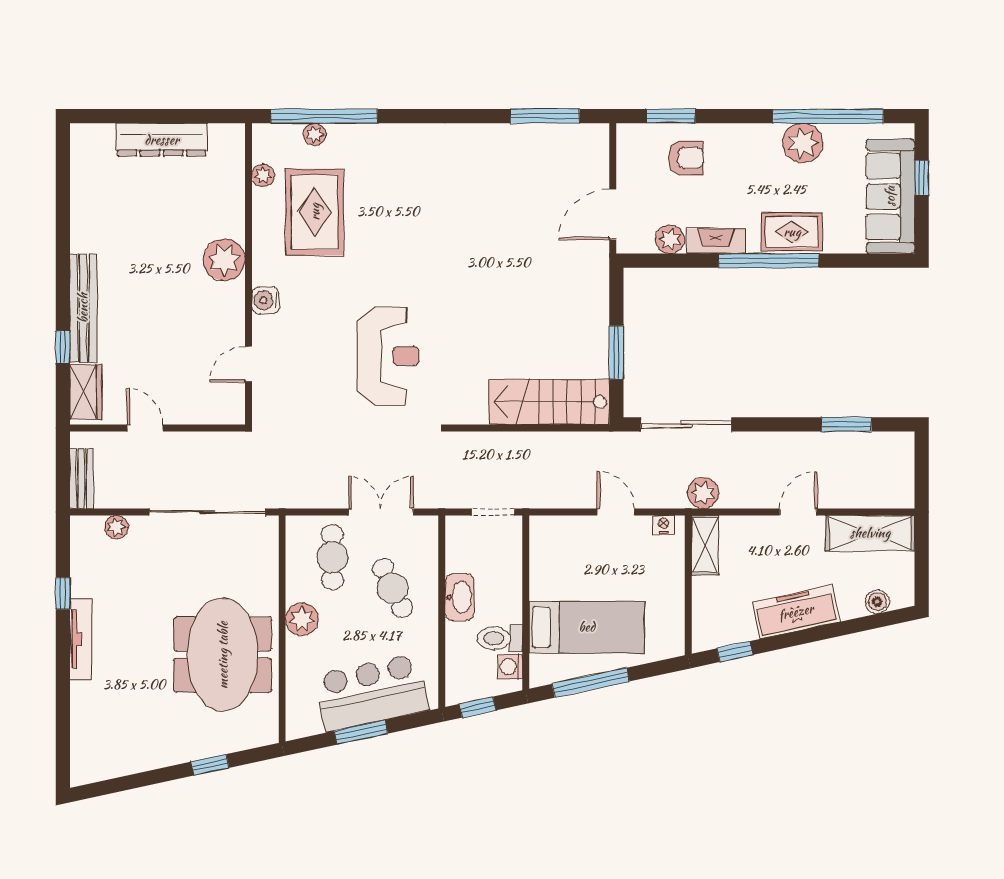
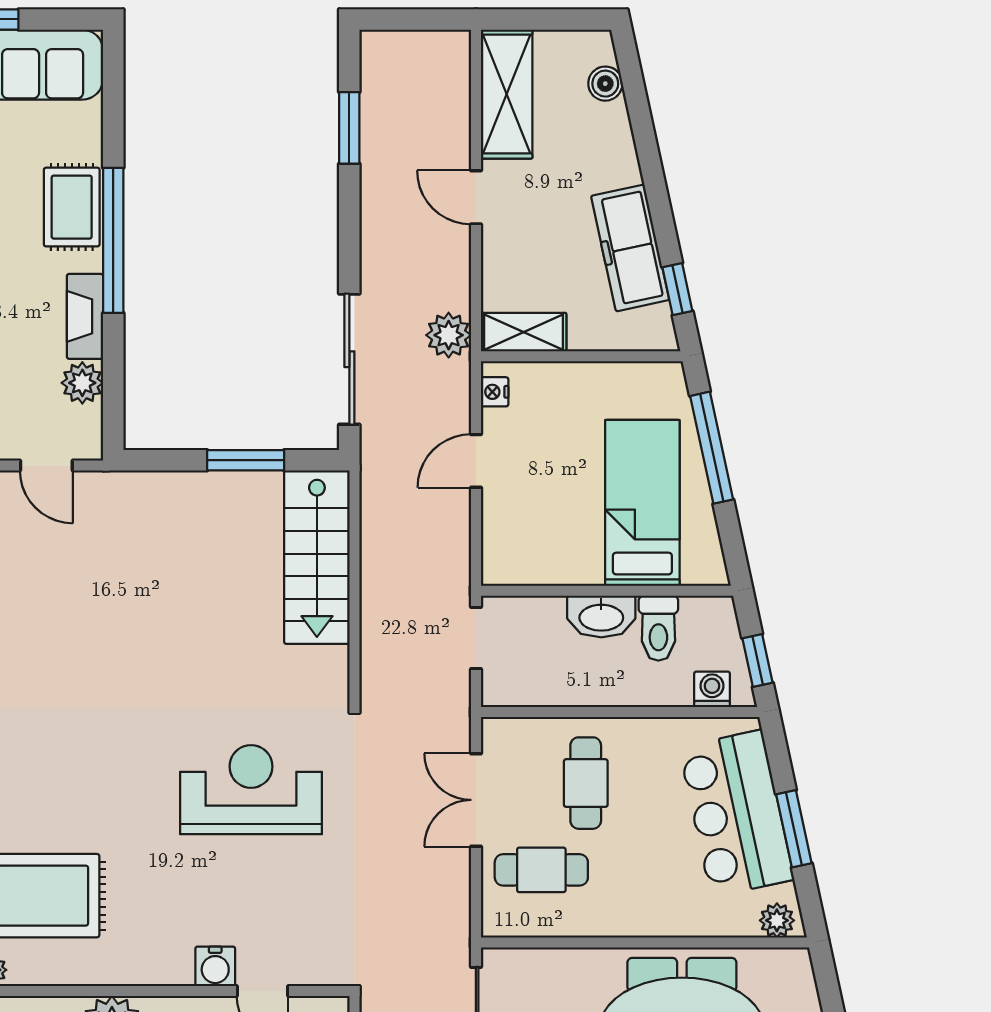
door: (613, 214) -> (46, 465), width x0.73
water cooler: (266, 300) -> (215, 966), moved
cafe table: (393, 588) -> (586, 783), turned -64
washbasin: (460, 597) -> (601, 616), moved, turned 180
freezer: (796, 612) -> (630, 248), moved
plant: (302, 619) -> (777, 920), moved, width x0.73, depth x0.73
washing machine: (510, 667) -> (712, 689), moved, turned 180
window: (591, 683) -> (712, 448), moved

